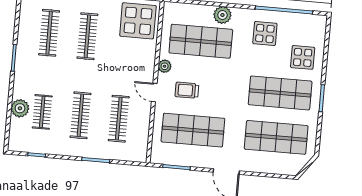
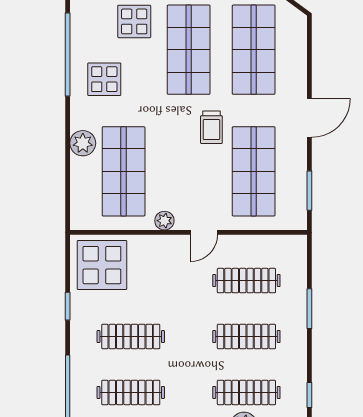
trolley: (187, 90) -> (211, 127), moved
clothes rail: (42, 112) -> (246, 392), width x1.36

